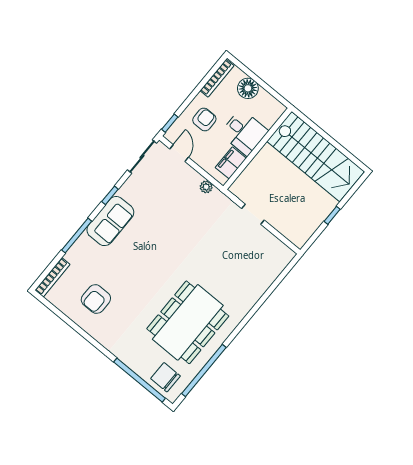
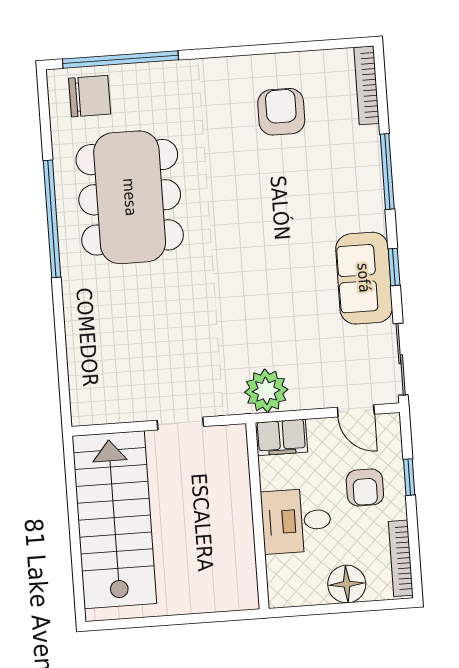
window: (170, 123) -> (409, 477), moved
stairs: (316, 156) -> (114, 520), moved, turned 90
filing cabinet: (231, 163) -> (281, 437), moved, turned 90
plant: (206, 187) -> (266, 391), width x1.88, depth x1.88
window: (332, 215) -> (74, 522), removed
sofa: (110, 221) -> (364, 278), moved
window: (204, 371) -> (52, 219), moved

